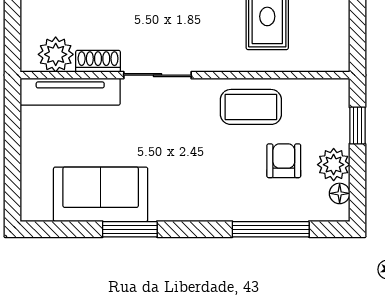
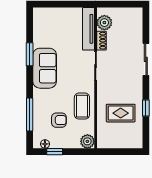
window: (357, 126) -> (55, 152), moved
plant: (334, 165) -> (87, 141), moved
sofa: (101, 194) -> (45, 68), moved

